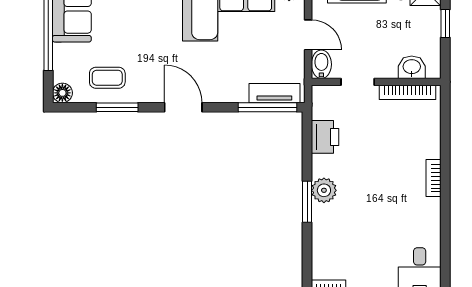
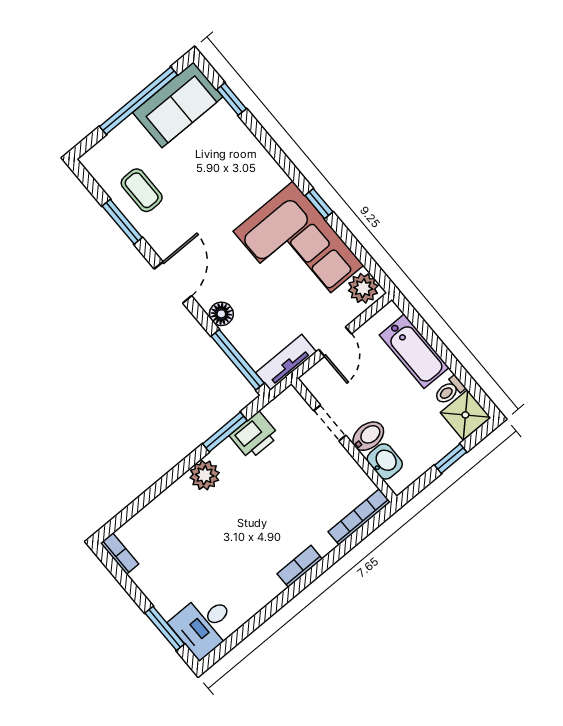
bidet: (321, 64) -> (368, 436), moved
bookcase: (408, 92) -> (359, 517), moved, turned 90
floor lamp: (62, 93) -> (221, 314), moved
tv unit: (274, 93) -> (286, 362), moved, turned -90
window: (307, 202) -> (225, 432), moved

